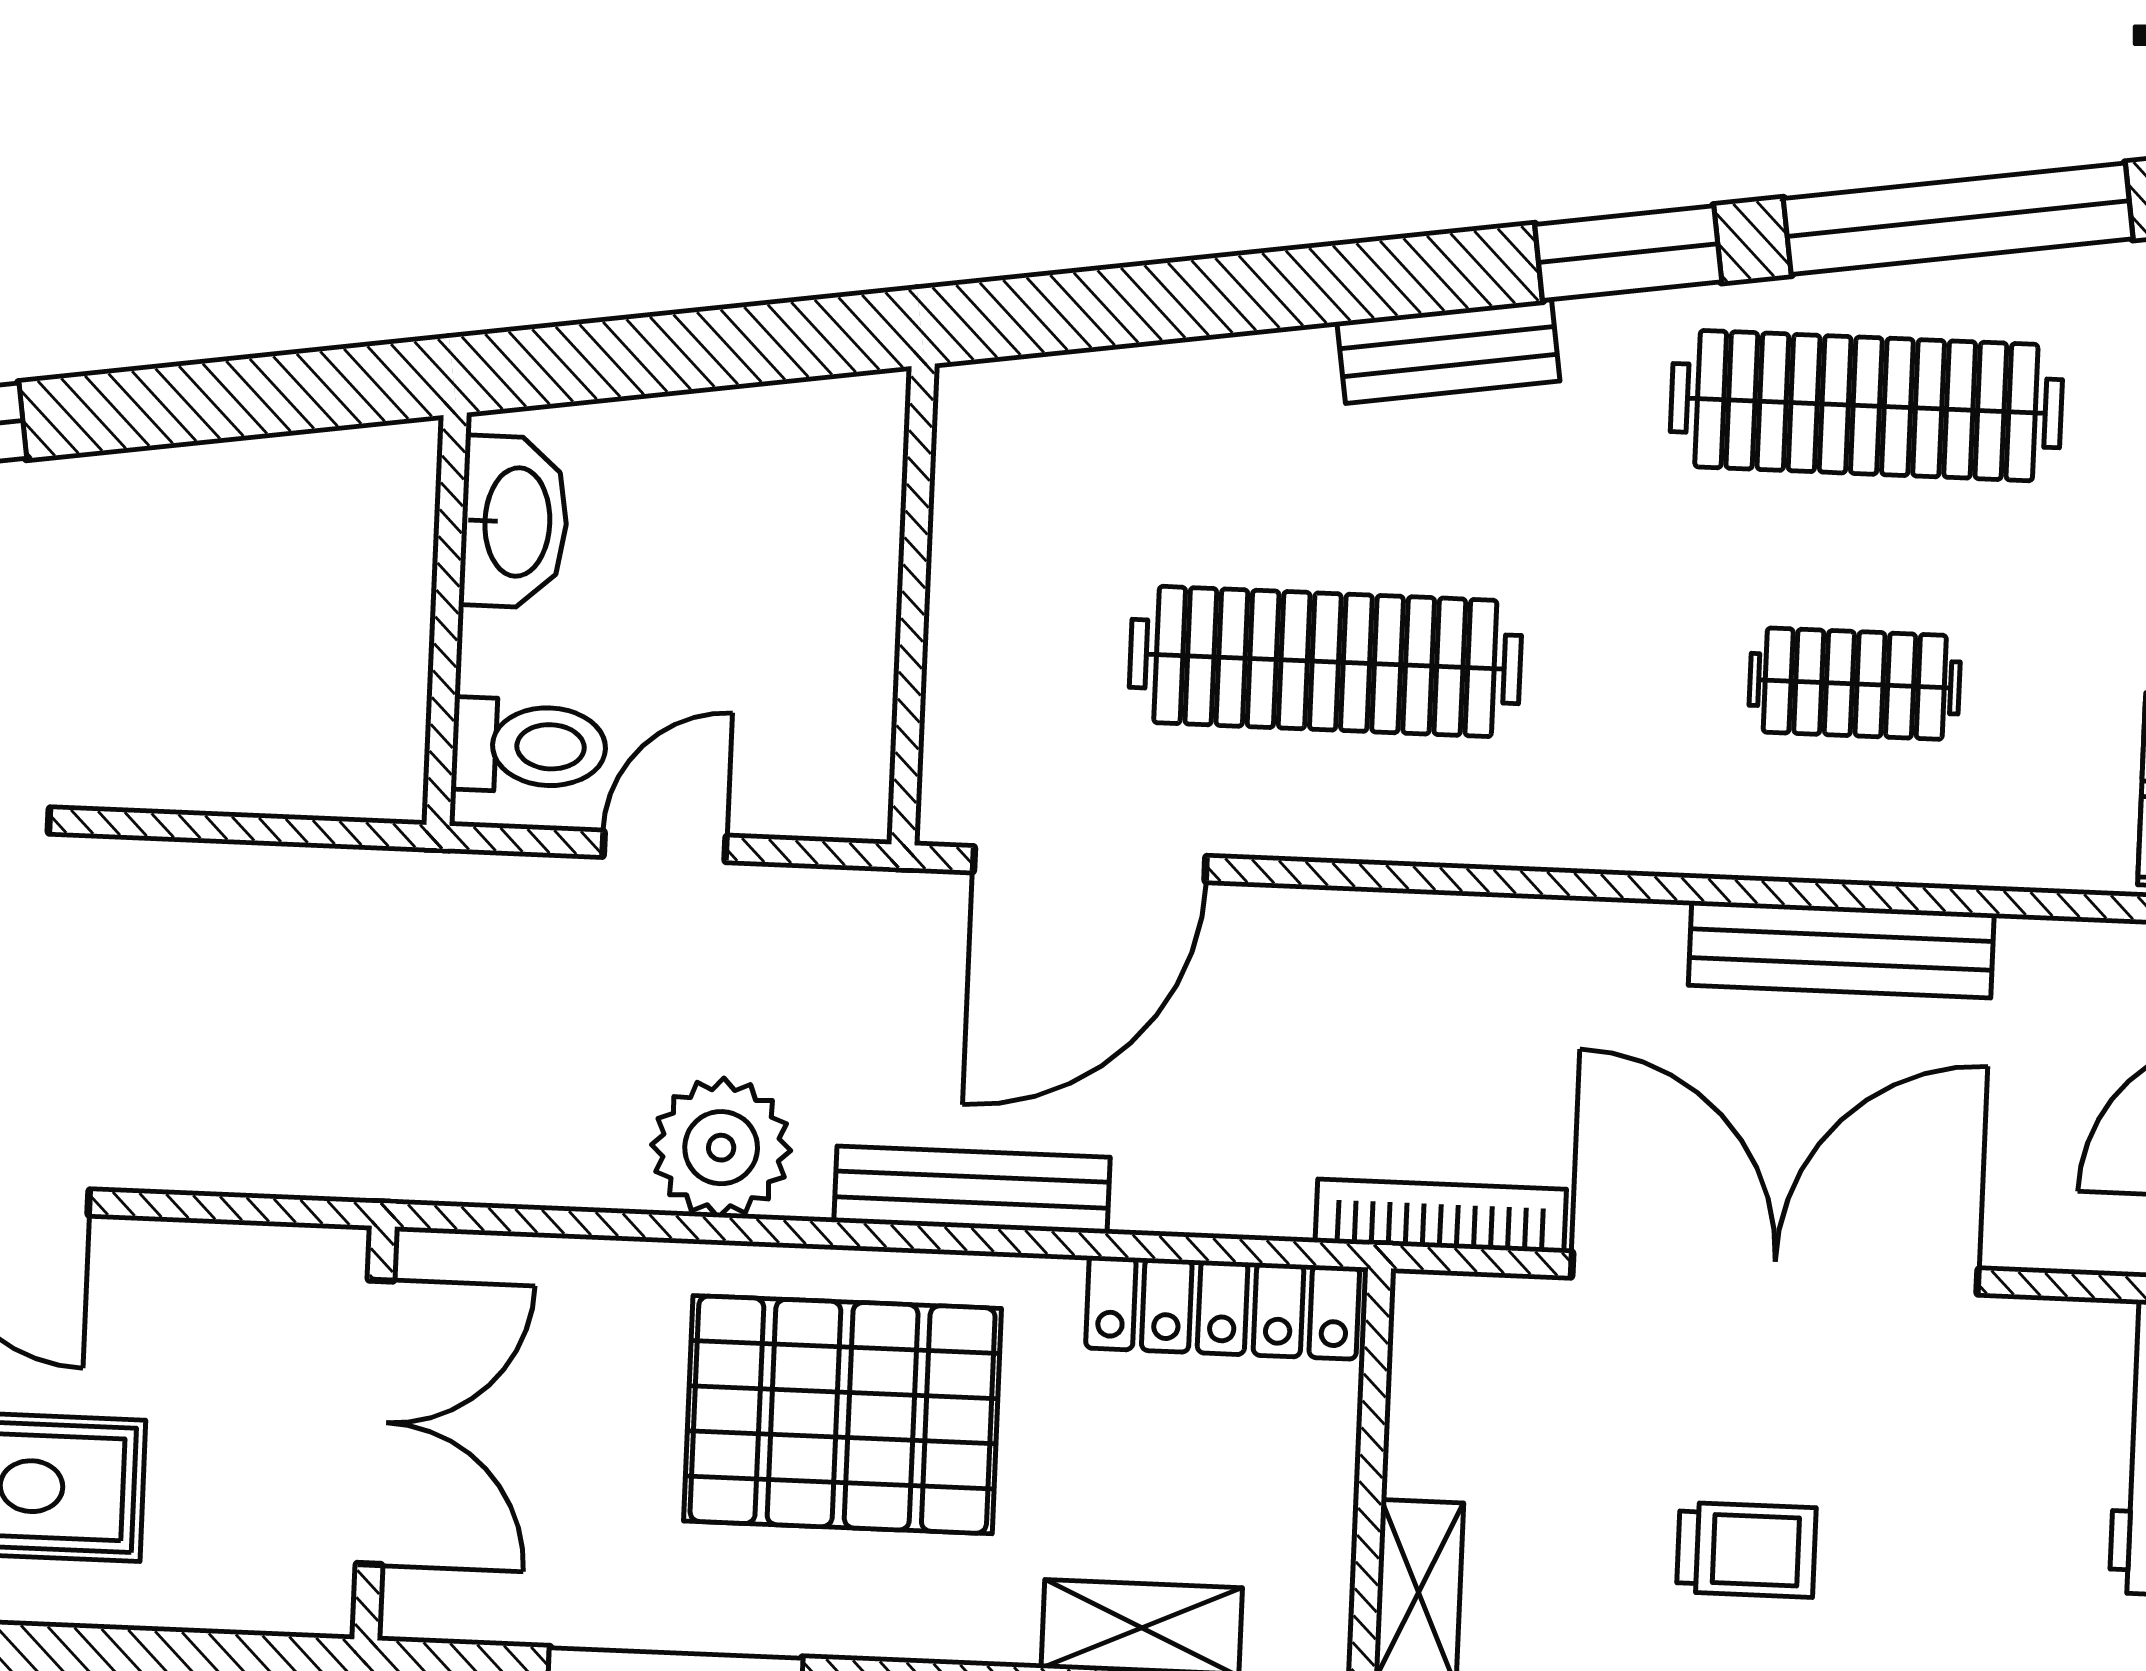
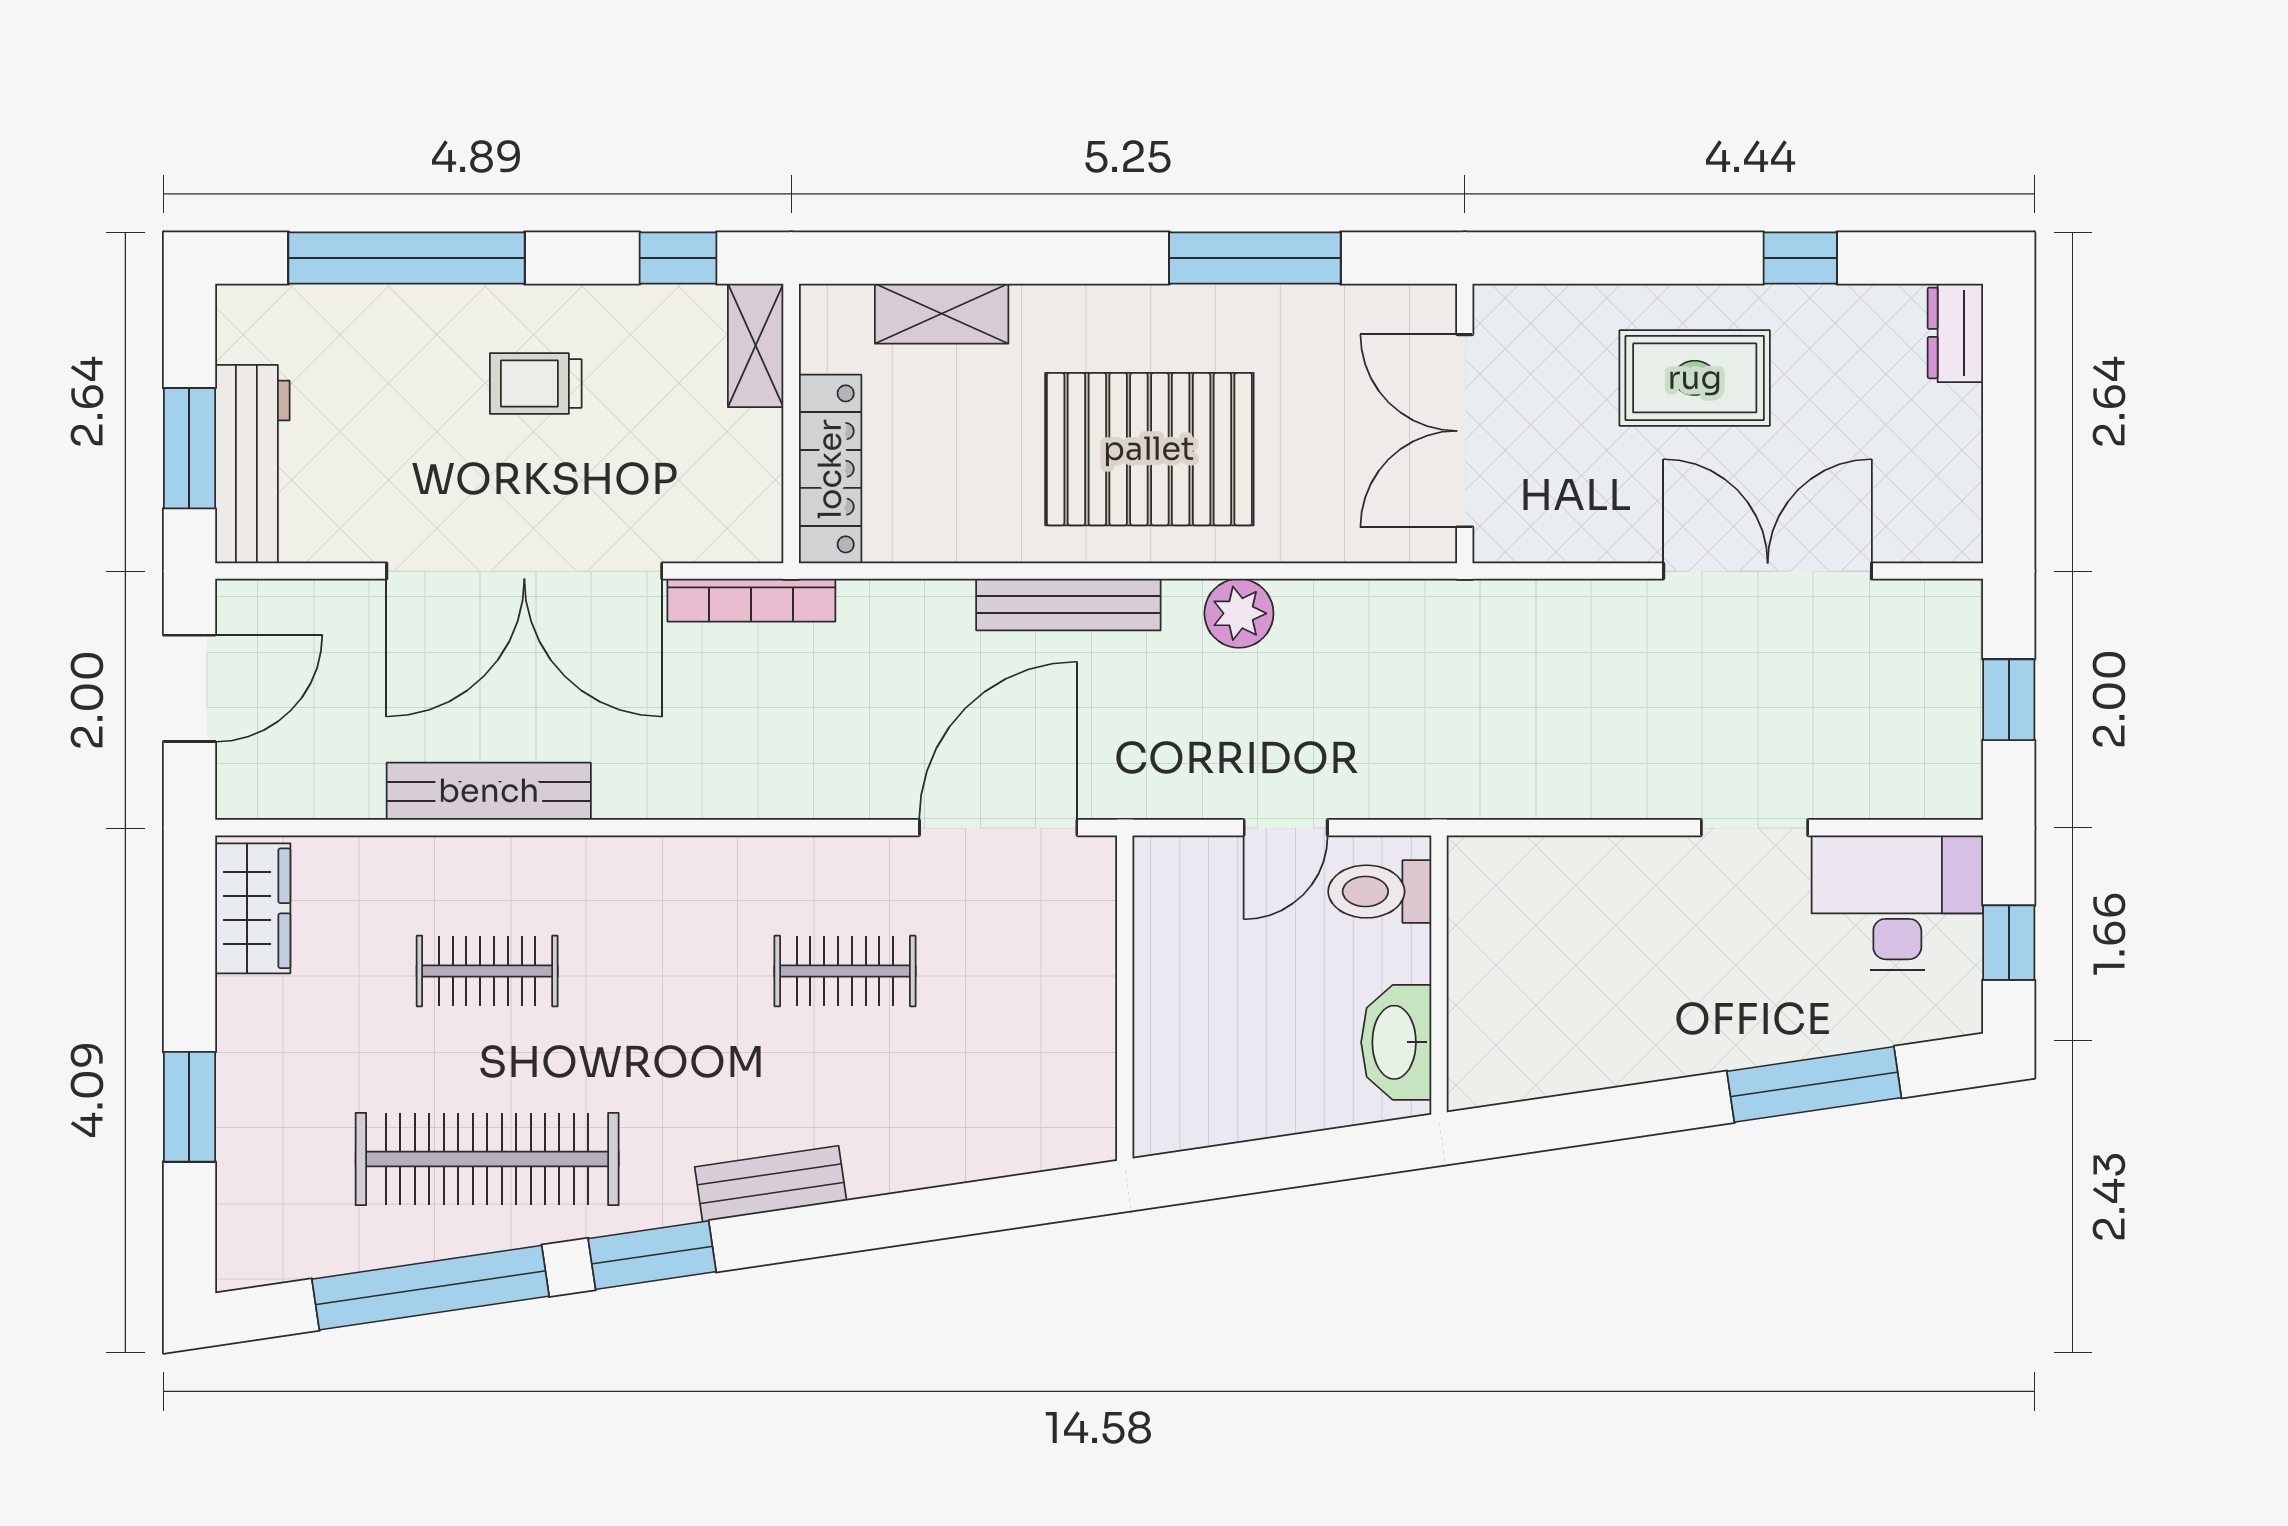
clothes rail: (1325, 661) -> (845, 971), width x0.54, depth x0.76
plant: (721, 1148) -> (1239, 613), width x0.73, depth x0.73
locker: (1223, 1308) -> (830, 469), moved, turned 90

